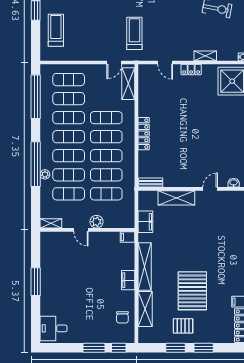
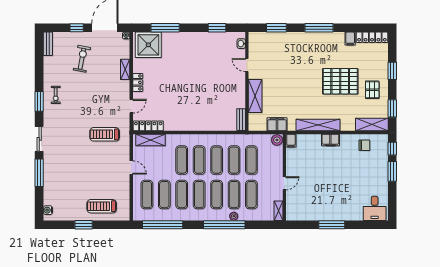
door: (114, 63) -> (131, 167), moved
locker: (144, 134) -> (148, 126), moved
plant: (96, 222) -> (277, 140), moved
shelving: (145, 309) -> (372, 124), moved
window: (176, 348) -> (392, 108), moved

